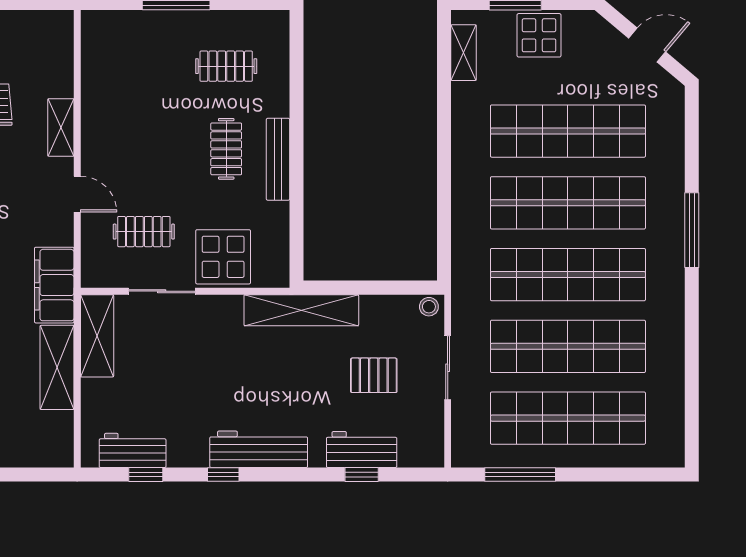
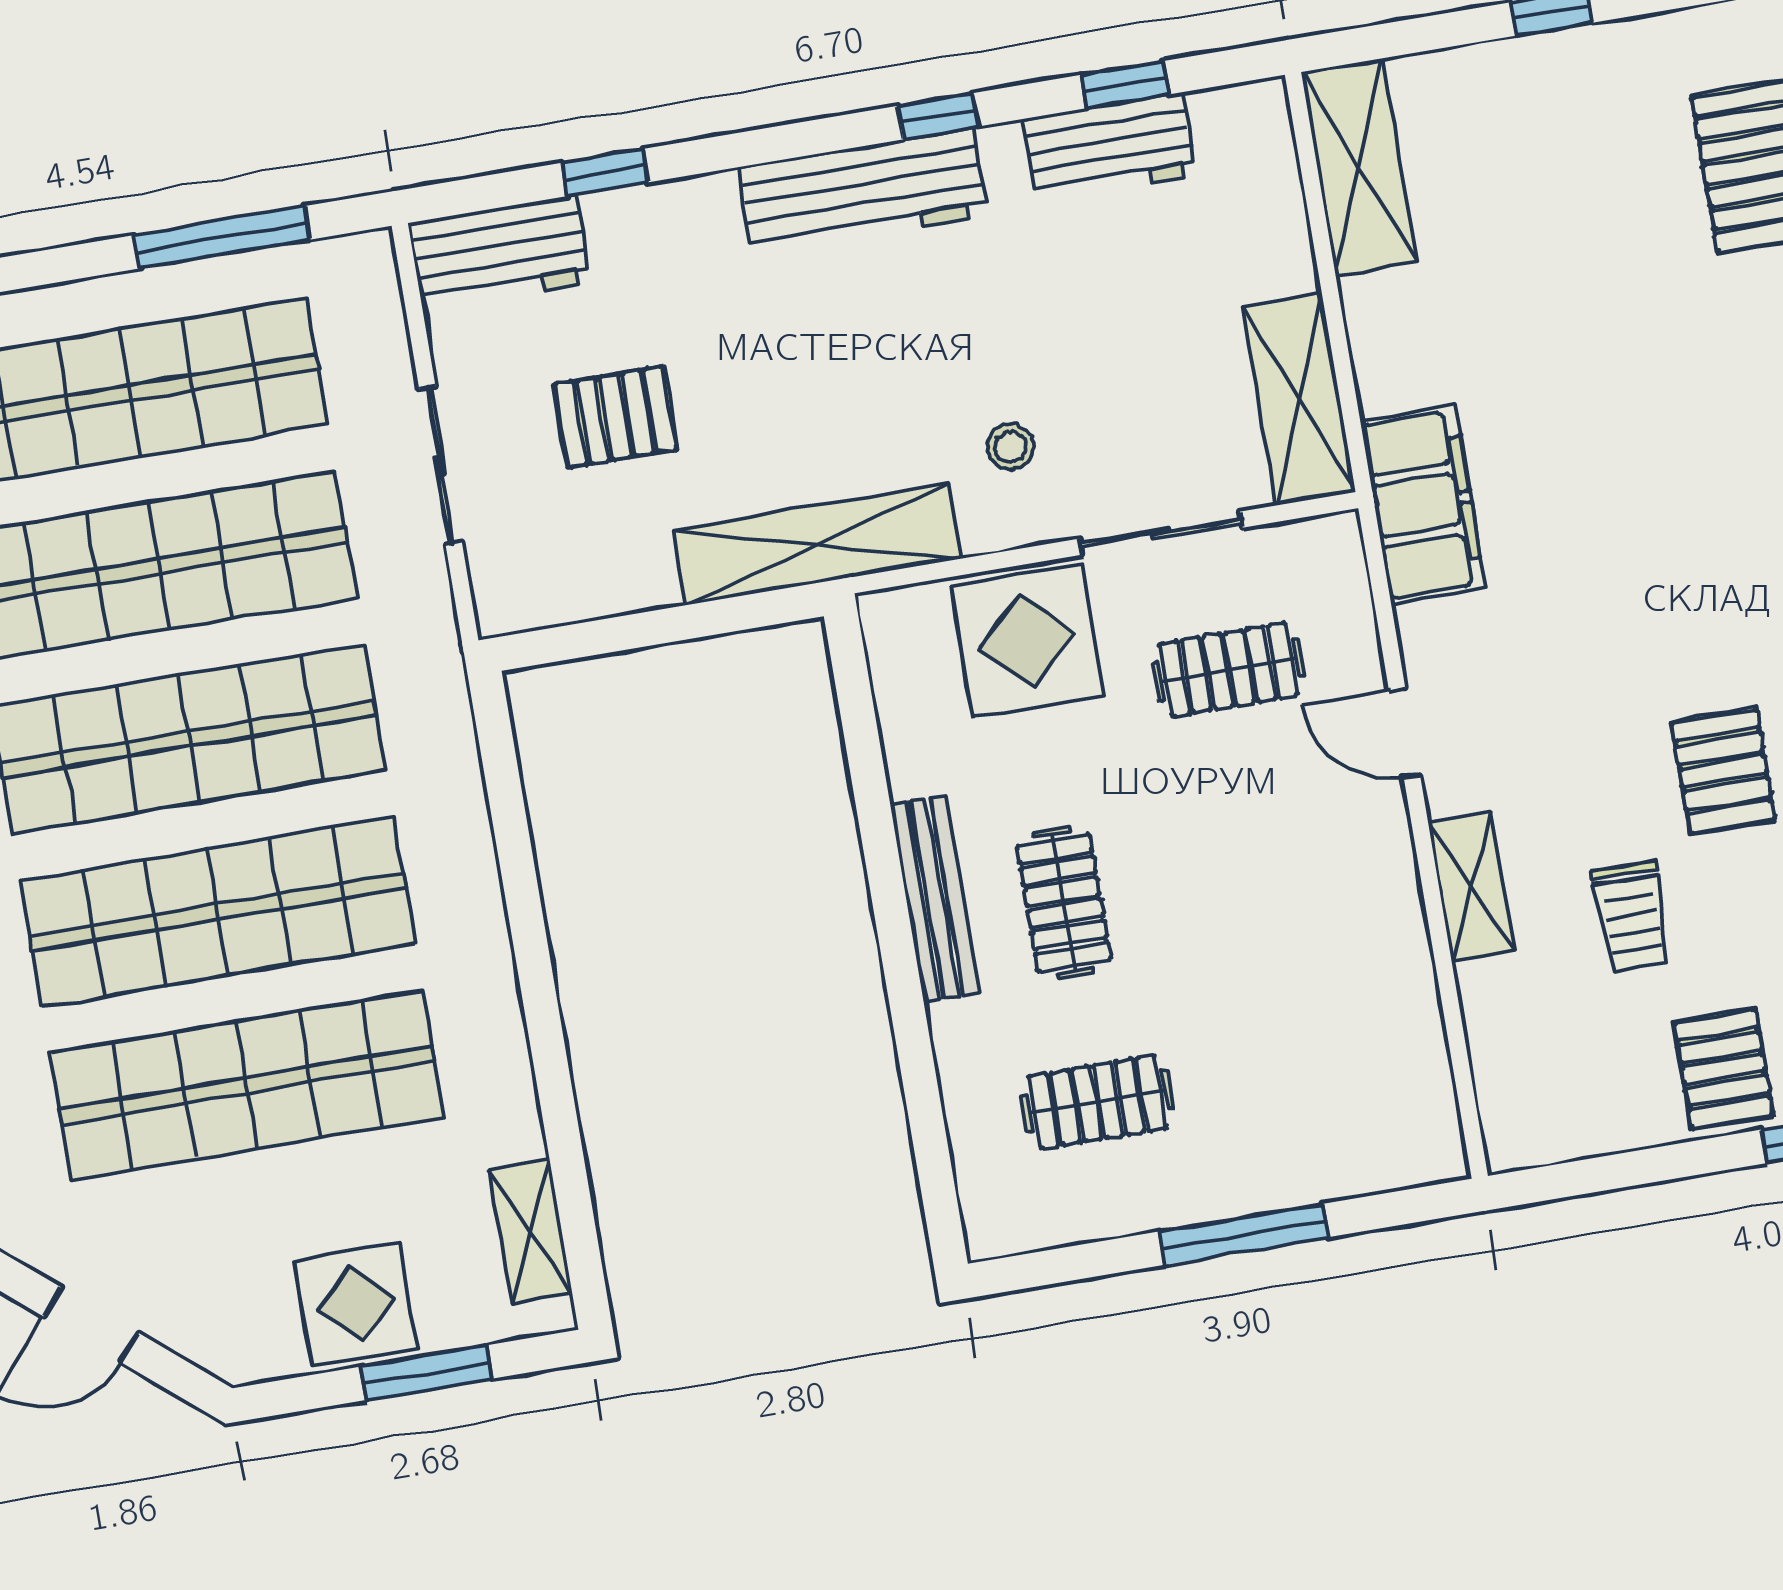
stool: (429, 307) -> (1010, 447), moved
shelving: (57, 367) -> (1359, 167), moved
workbench: (133, 450) -> (1109, 147), moved
workbench: (362, 450) -> (500, 252), moved

